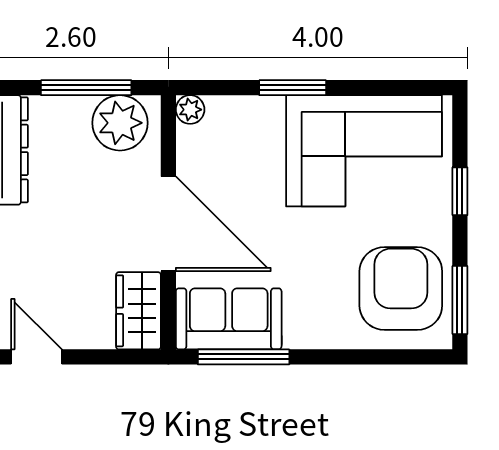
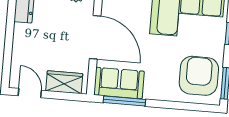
wardrobe: (138, 311) -> (64, 82), moved, turned 90

